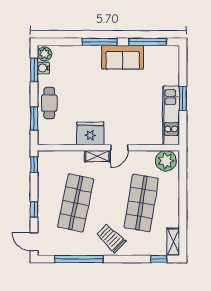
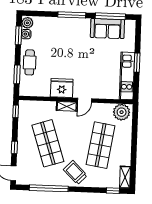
sofa: (123, 57) -> (107, 29), moved
shop shelf: (76, 203) -> (48, 143), turned -30

